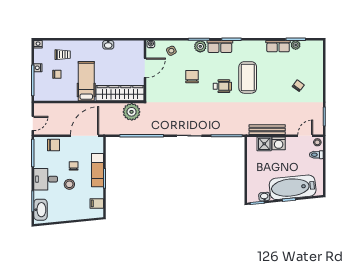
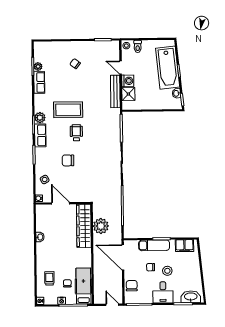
plant: (200, 46) -> (40, 118), moved
hospital bed: (86, 81) -> (84, 286), moved, turned 90
plant: (132, 112) -> (101, 226), moved
door: (305, 136) -> (121, 68), moved
filing cabinet: (97, 203) -> (184, 246), width x2.00

